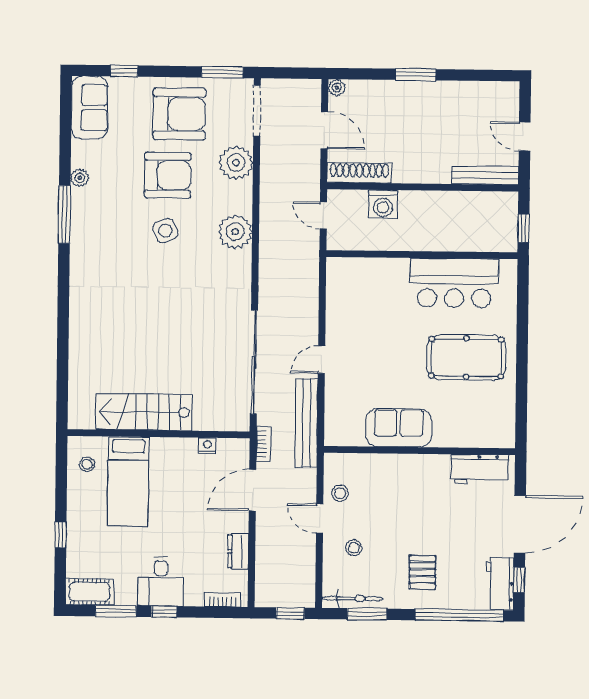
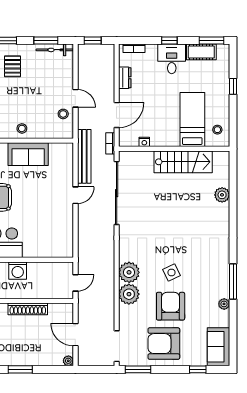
plant: (236, 163) -> (129, 294), moved
shoe rack: (359, 173) -> (28, 309), moved
armchair: (168, 175) -> (171, 306), turned 90
washing machine: (383, 204) -> (18, 271), moved, turned 180
door: (323, 215) -> (75, 283), hinge flipped
plant: (81, 357) -> (222, 195), added
stool: (354, 548) -> (22, 128), moved
cot: (90, 592) -> (201, 52), moved
window: (116, 611) -> (212, 41), moved

